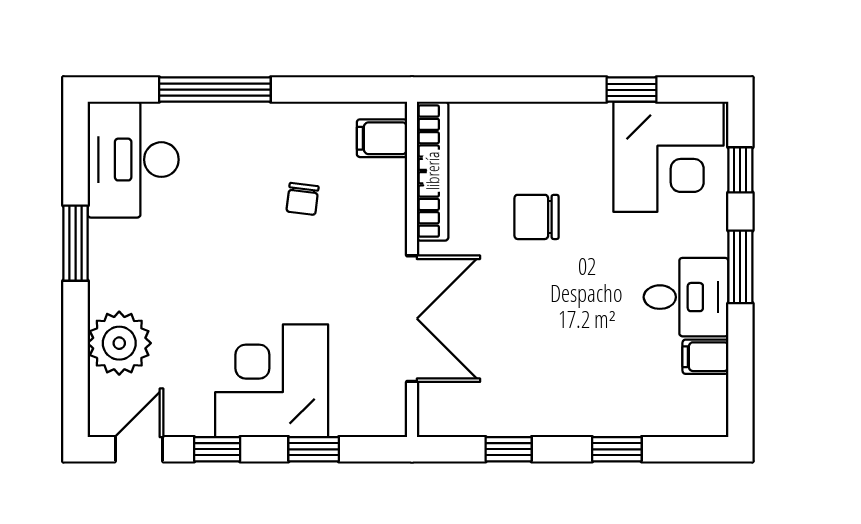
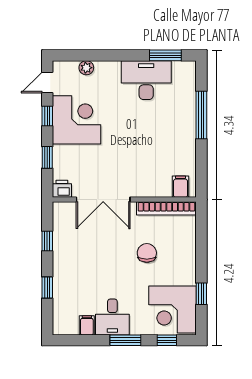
desk: (133, 160) -> (146, 80), moved
chair: (302, 199) -> (154, 153), removed
window: (76, 243) -> (165, 55), moved
plant: (119, 343) -> (86, 68), width x0.53, depth x0.53
corner desk: (272, 381) -> (77, 120), moved
printer: (387, 415) -> (62, 189), added
door: (139, 449) -> (47, 83), swing flipped

